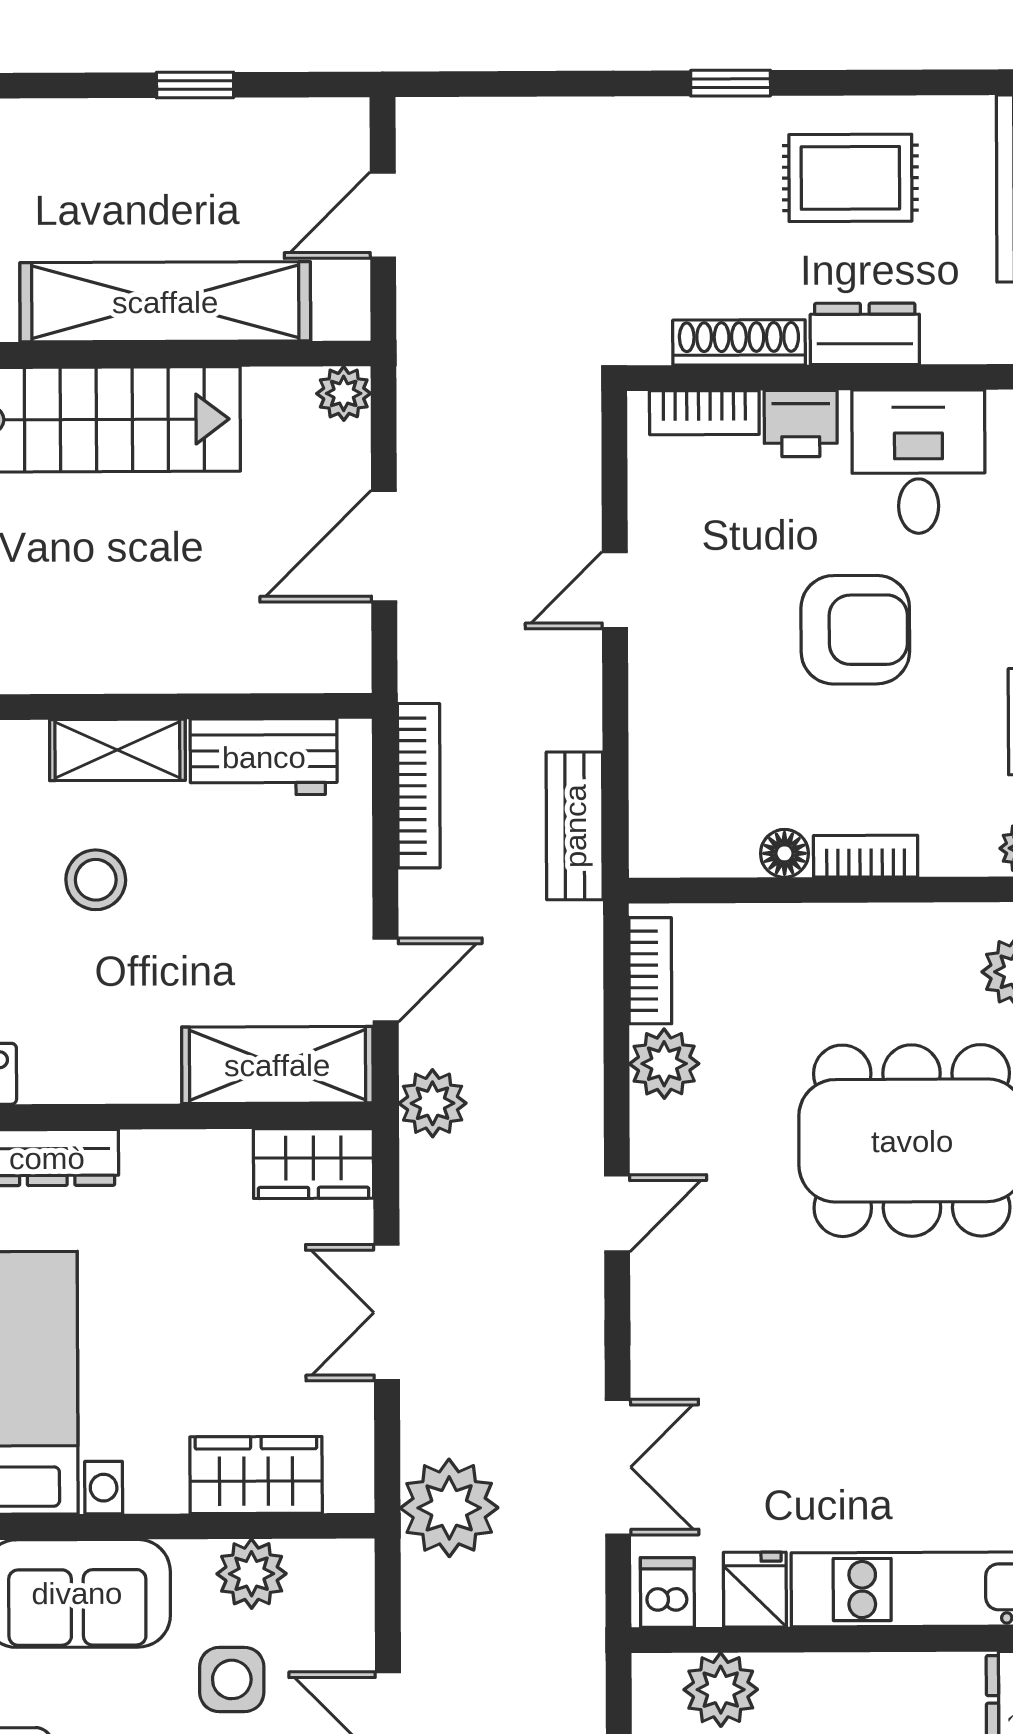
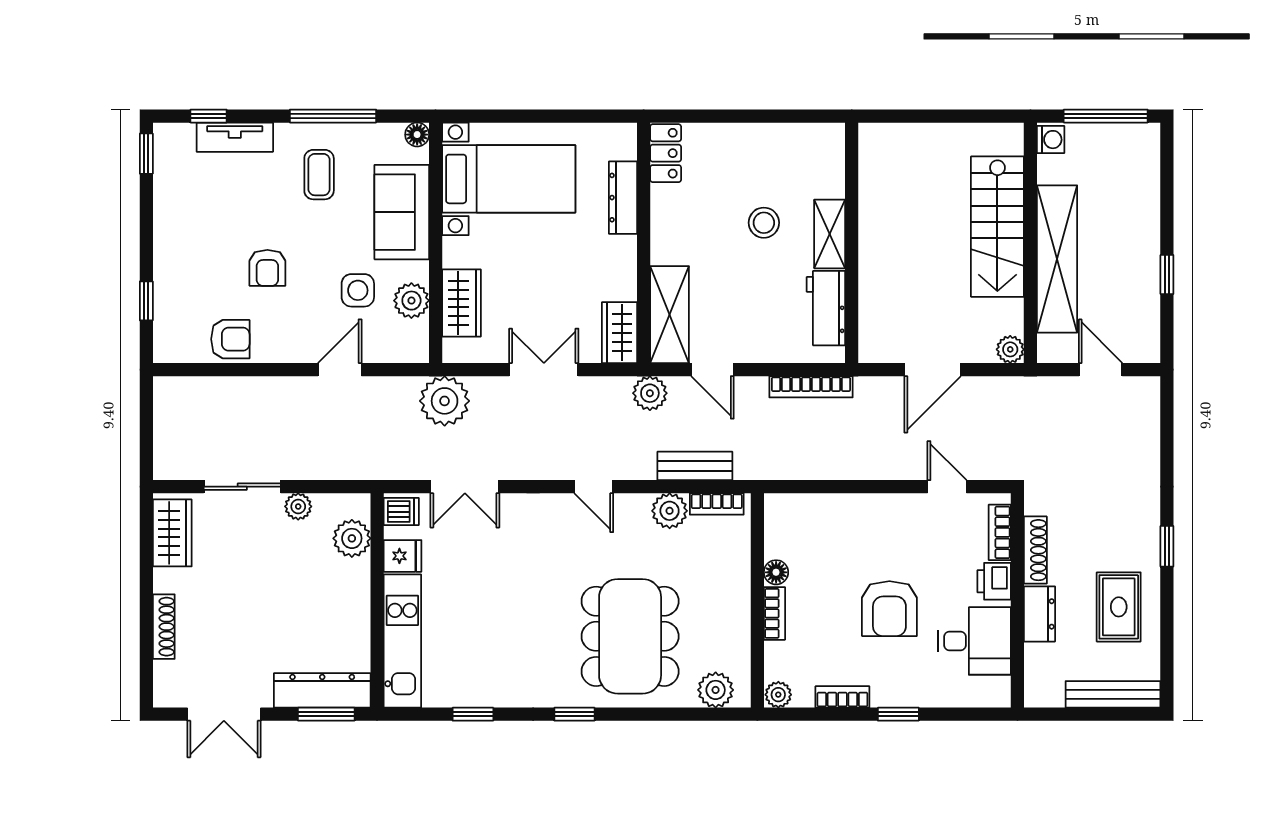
door: (384, 546) -> (933, 370), swing flipped
door: (615, 590) -> (947, 487), moved
bench: (575, 826) -> (695, 466), moved

